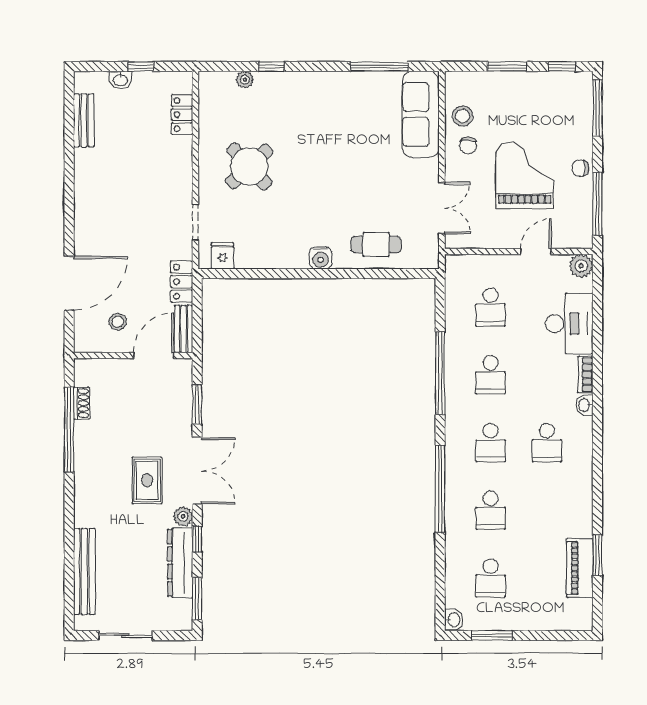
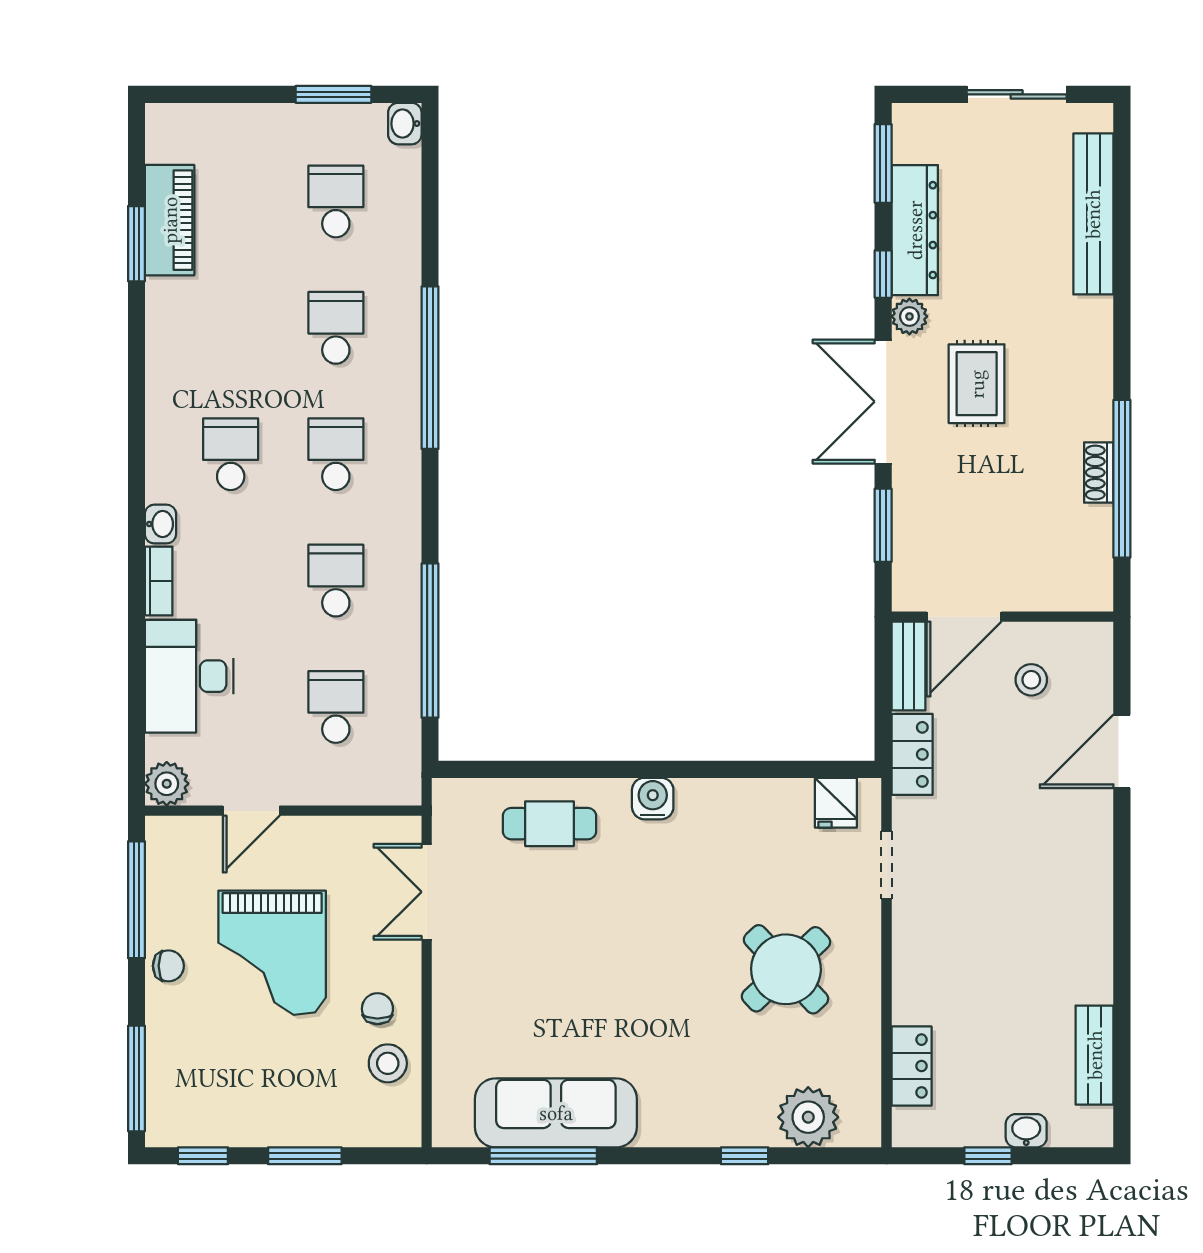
plant: (245, 80) -> (808, 1117), width x1.88, depth x1.88
sofa: (421, 114) -> (556, 1113), moved, turned -90
door: (69, 283) -> (1122, 751), width x0.73
window: (440, 373) -> (430, 641), moved
shoe rack: (82, 403) -> (1099, 473), moved

